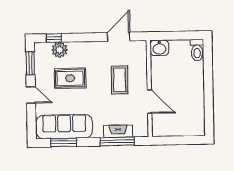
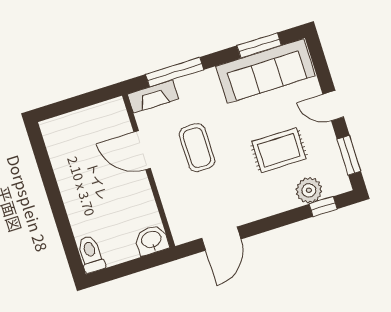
coffee table: (120, 80) -> (197, 148), moved
fireplace: (118, 131) -> (153, 97), moved

